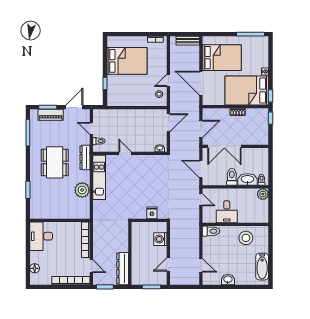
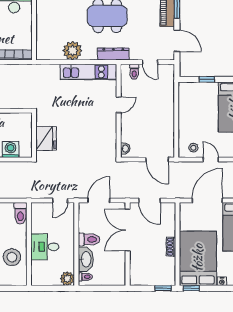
door: (91, 129) -> (150, 62), swing flipped
desk: (227, 212) -> (45, 247), moved
fridge: (152, 213) -> (46, 138), width x1.88, depth x1.34

